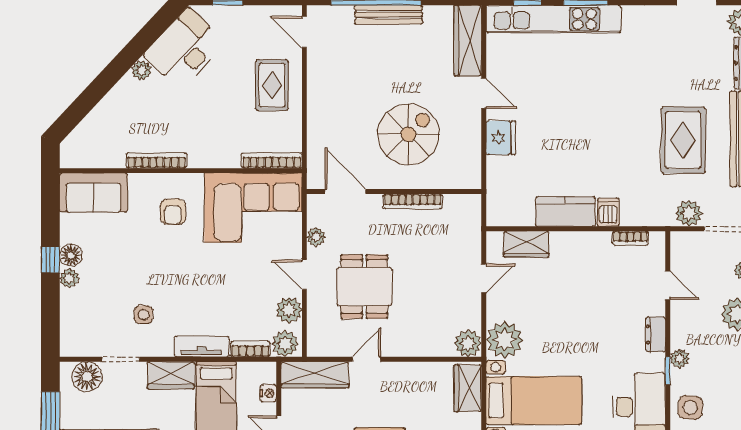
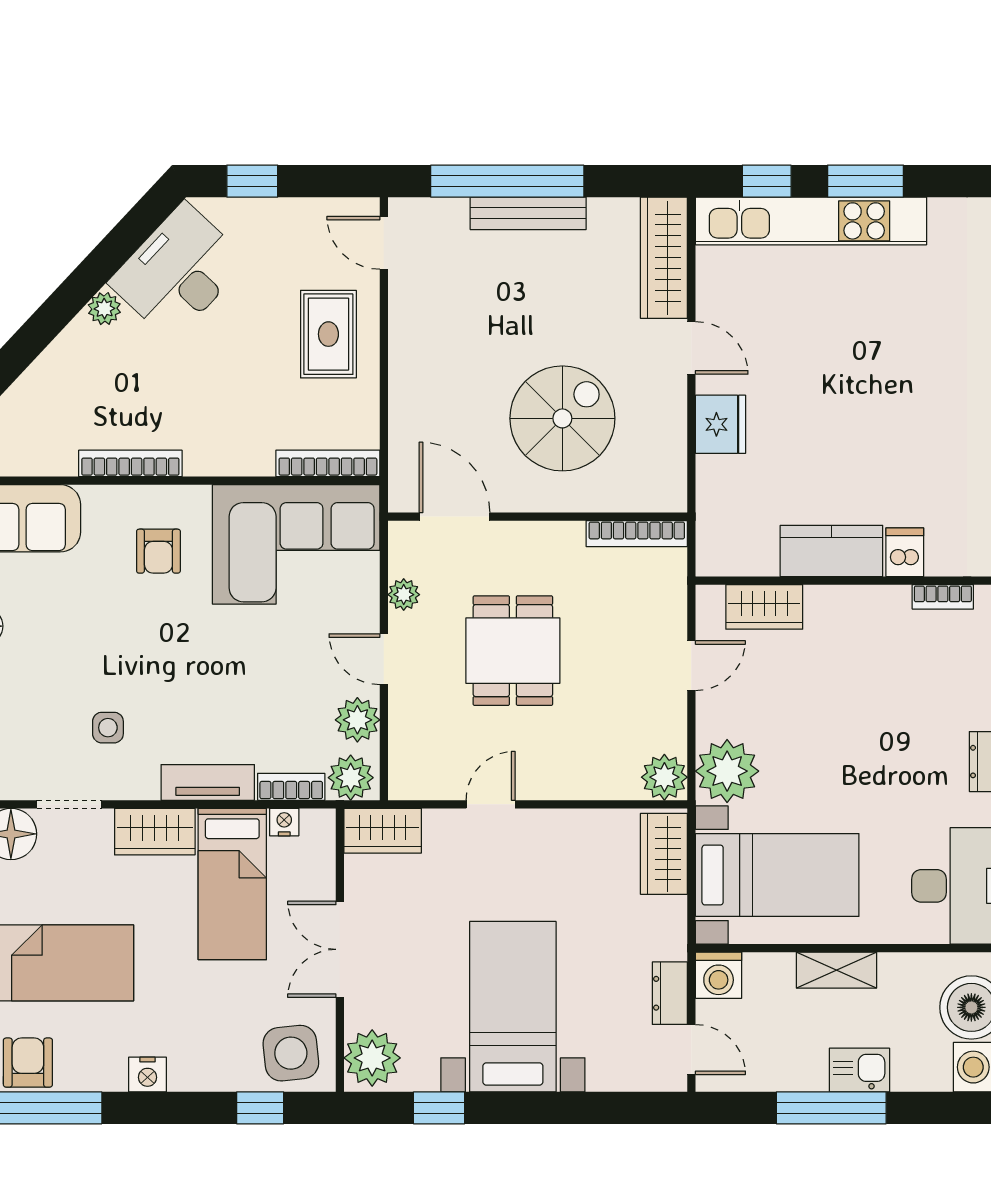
bookcase: (413, 201) -> (637, 534), moved
dining table: (364, 287) -> (513, 651), moved
wardrobe: (315, 375) -> (383, 831), width x0.67
nightstand: (268, 393) -> (284, 822), moved, turned -90

